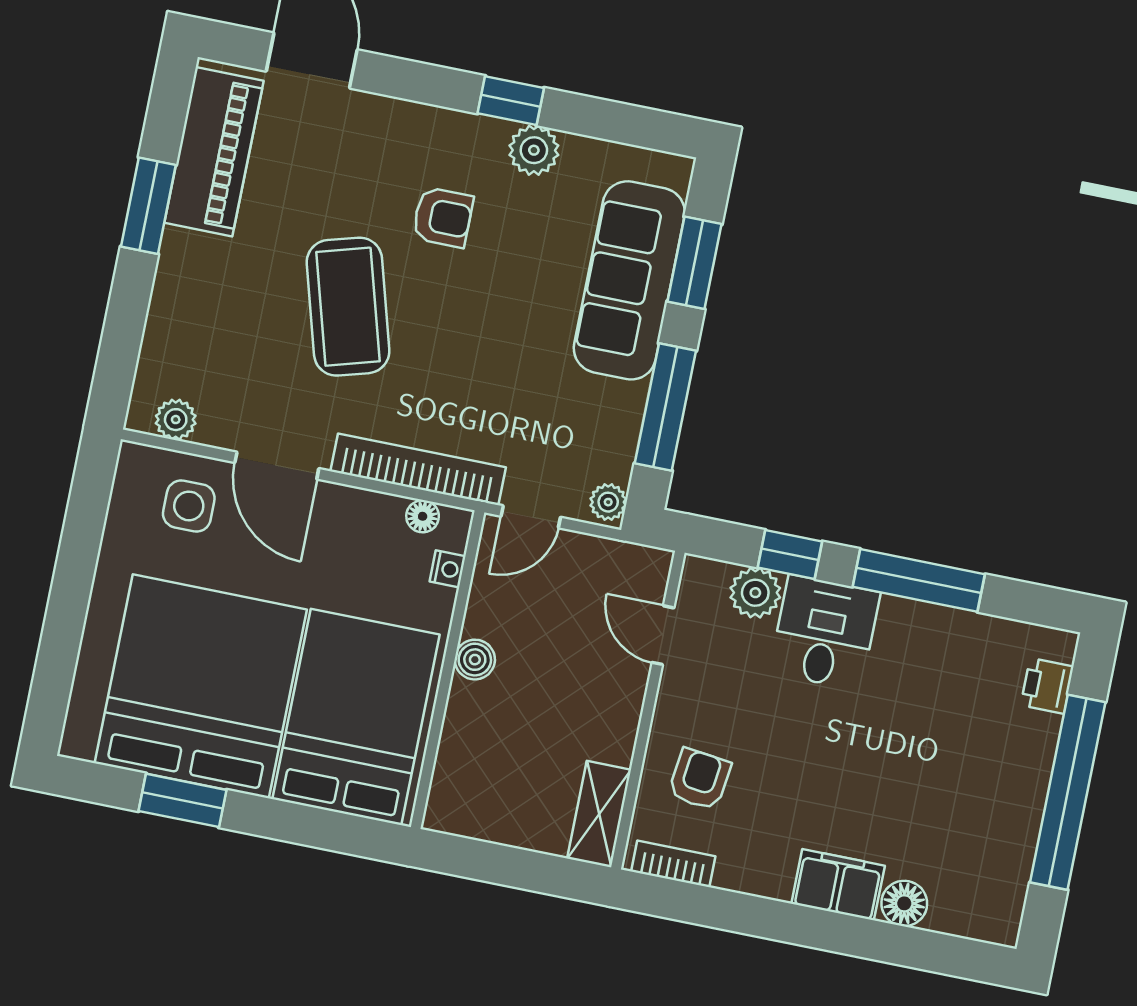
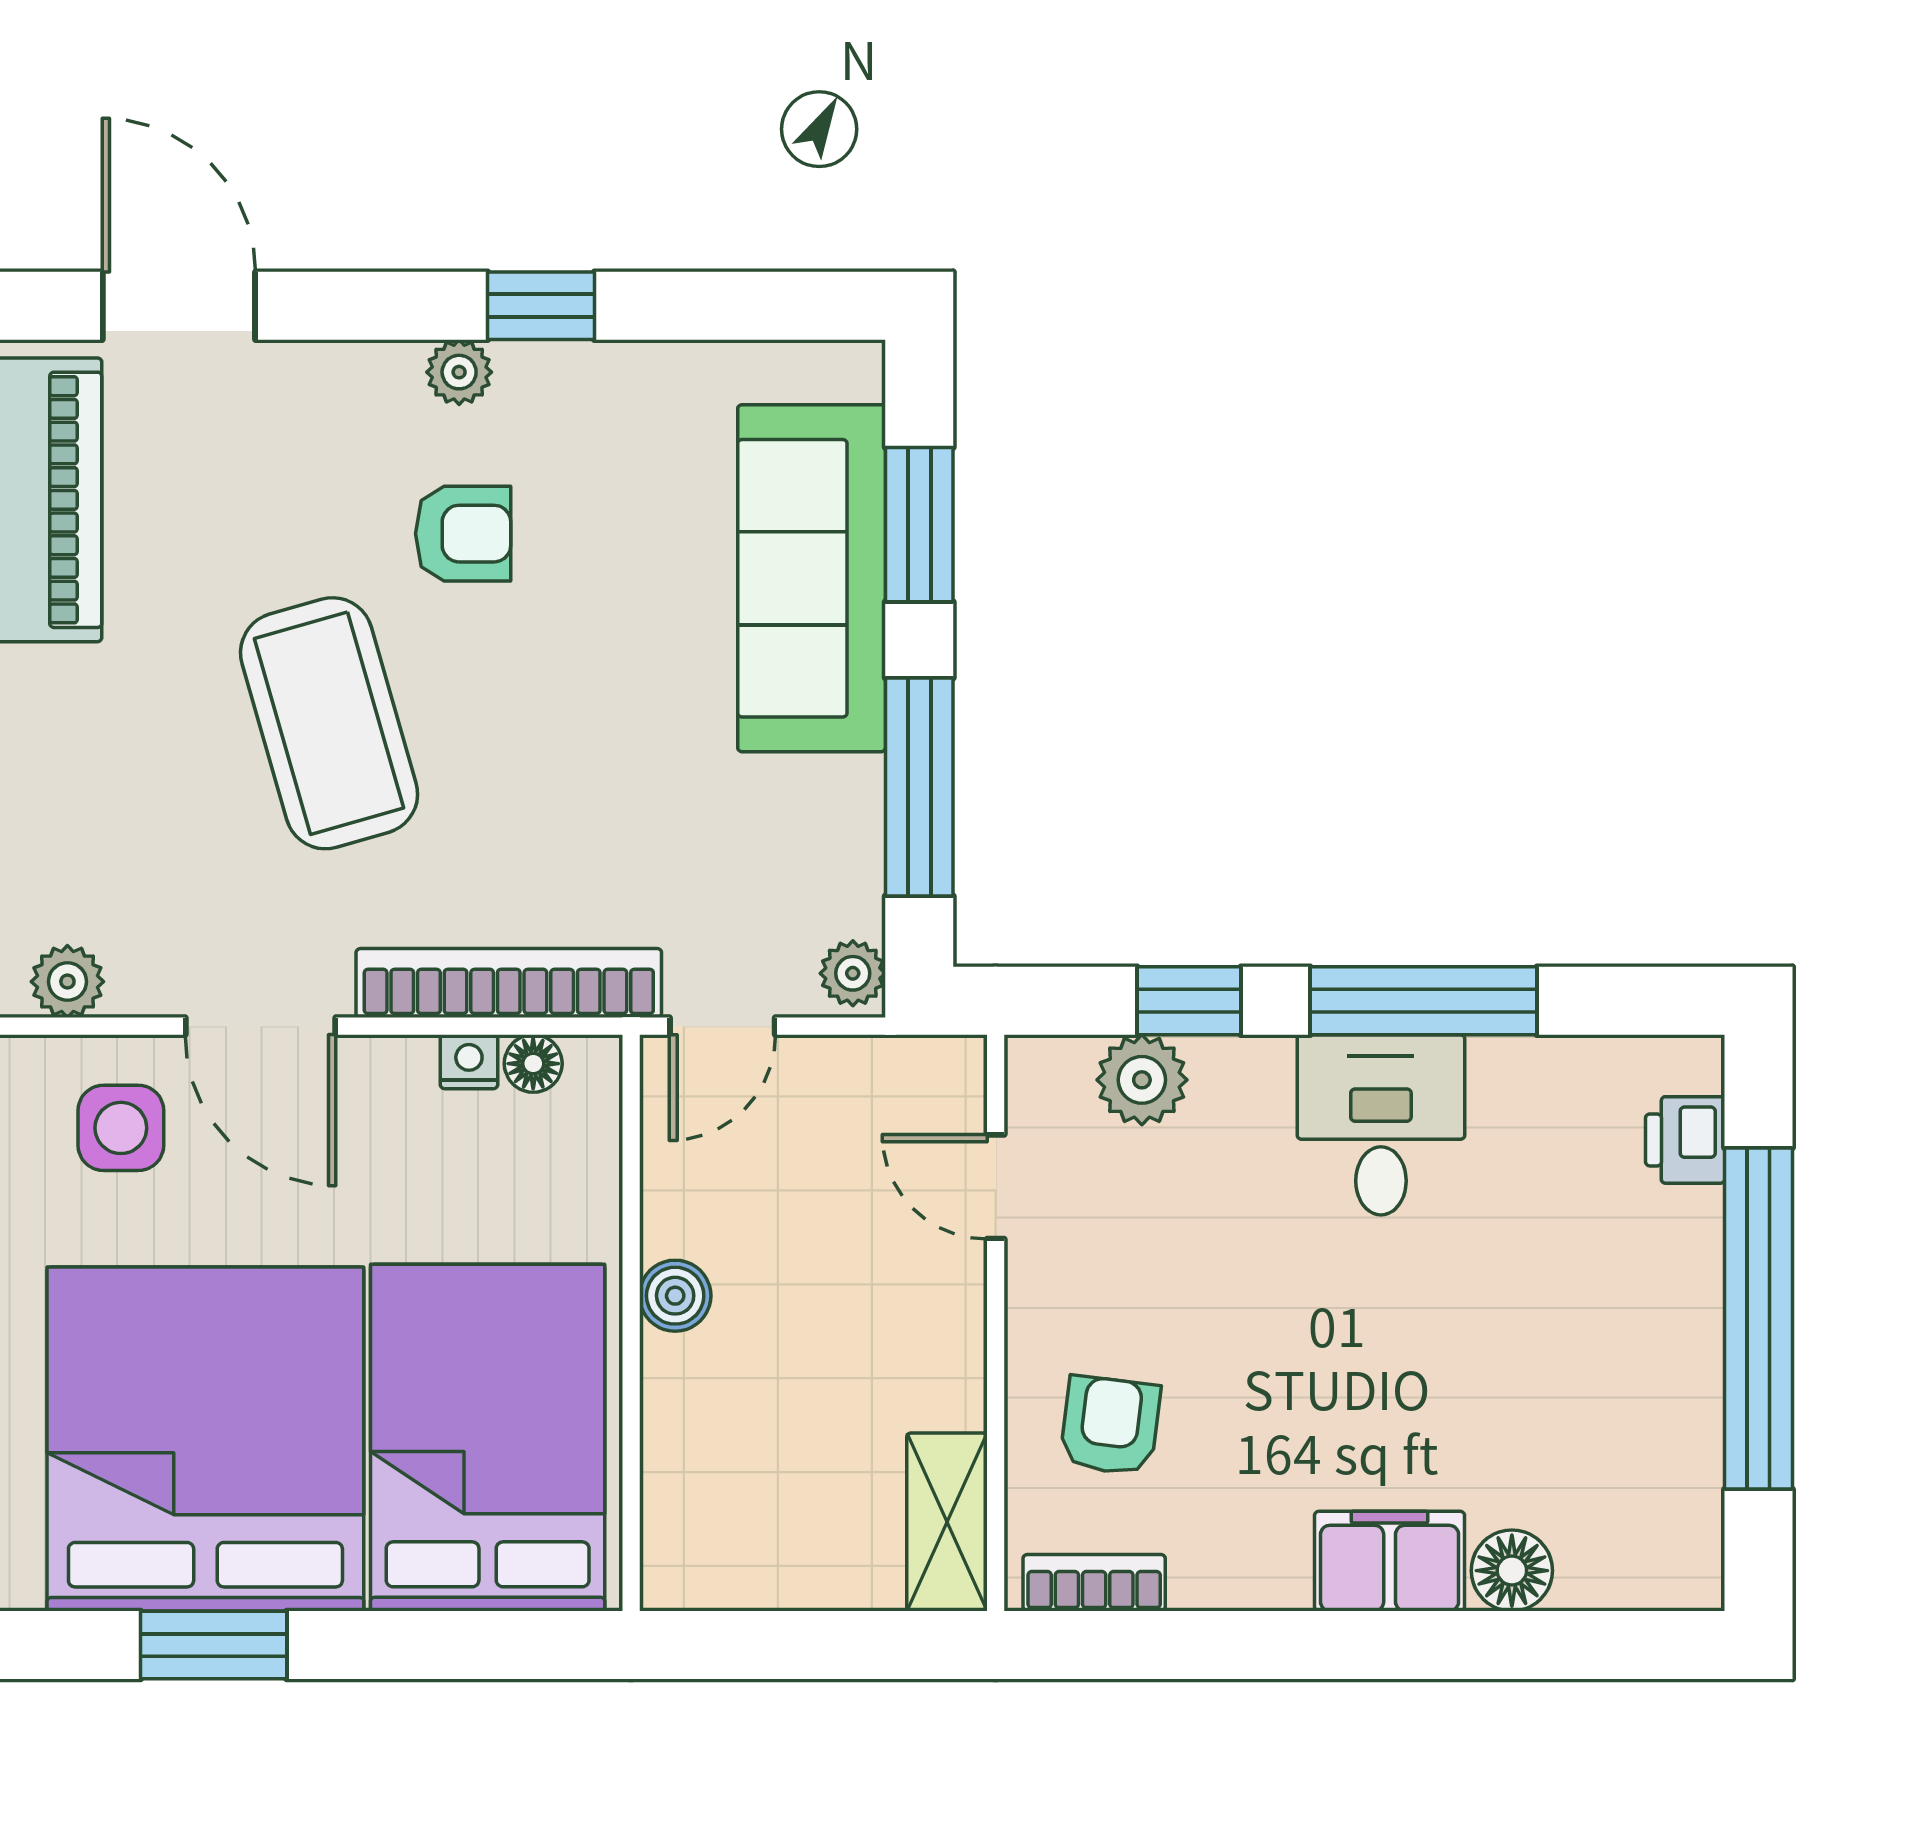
plant: (534, 150) -> (459, 372), moved, width x0.73, depth x0.73
nightstand: (448, 569) -> (469, 1062), moved, turned -90
desk: (825, 632) -> (1381, 1125), moved

